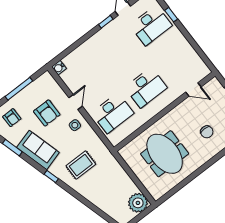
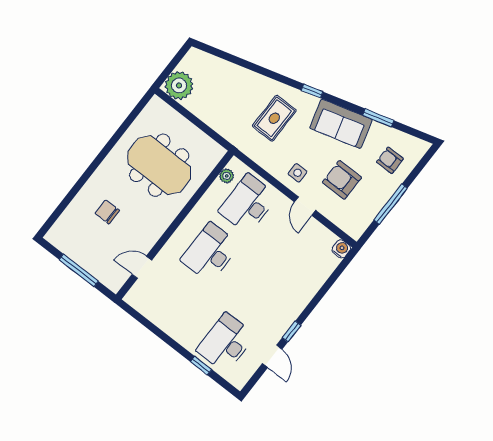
plant: (122, 135) -> (227, 176), added

